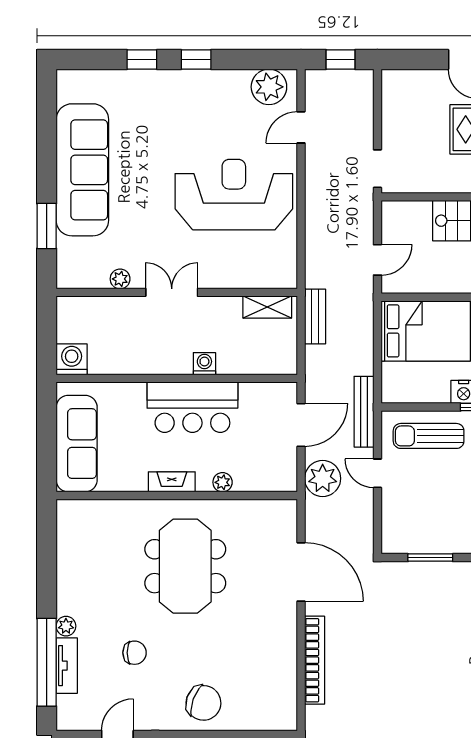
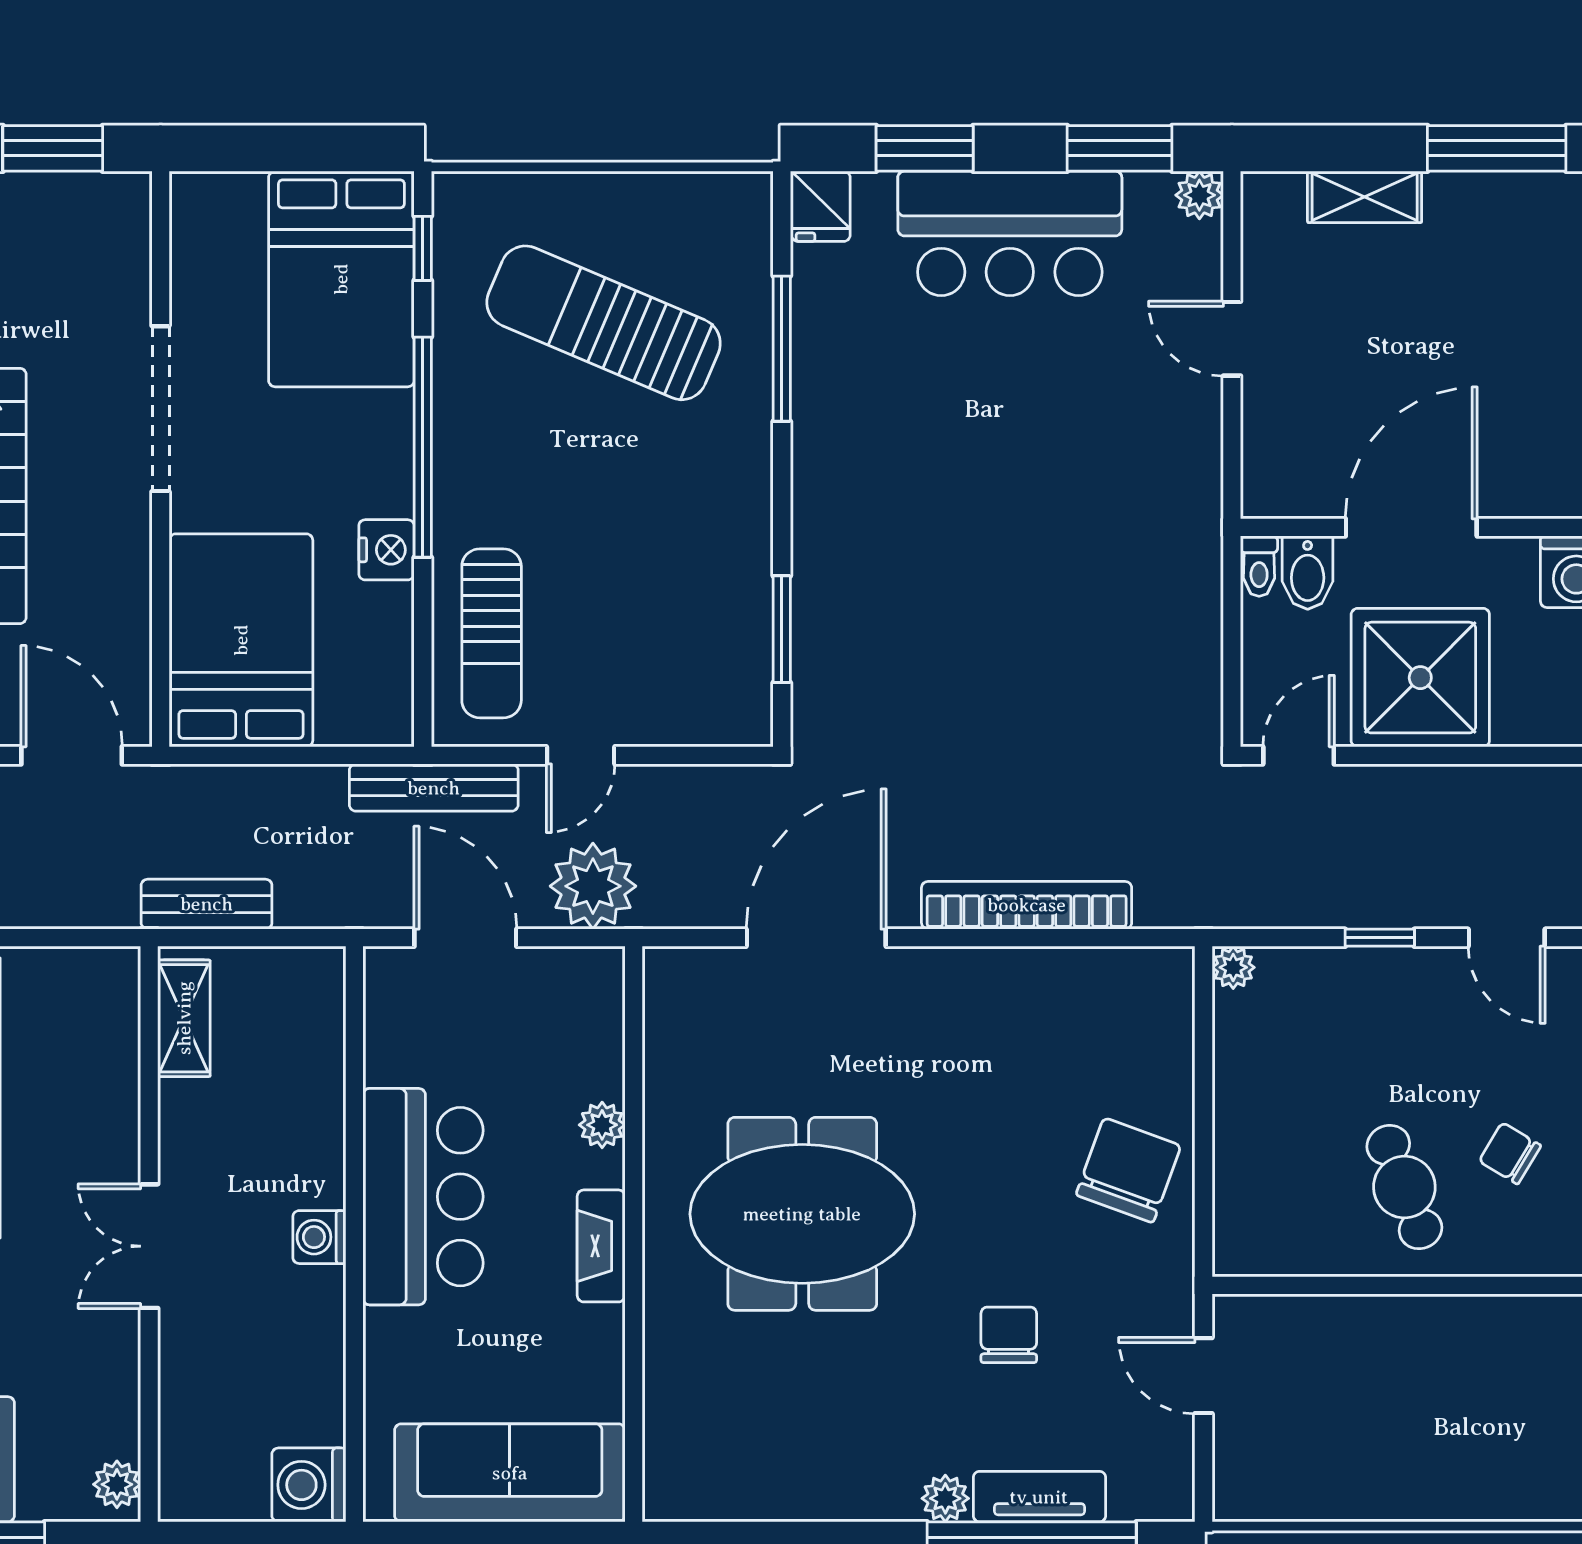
door: (377, 260) -> (72, 755), width x1.38
plant: (120, 279) -> (117, 1484), moved
washing machine: (204, 364) -> (319, 1237), moved

